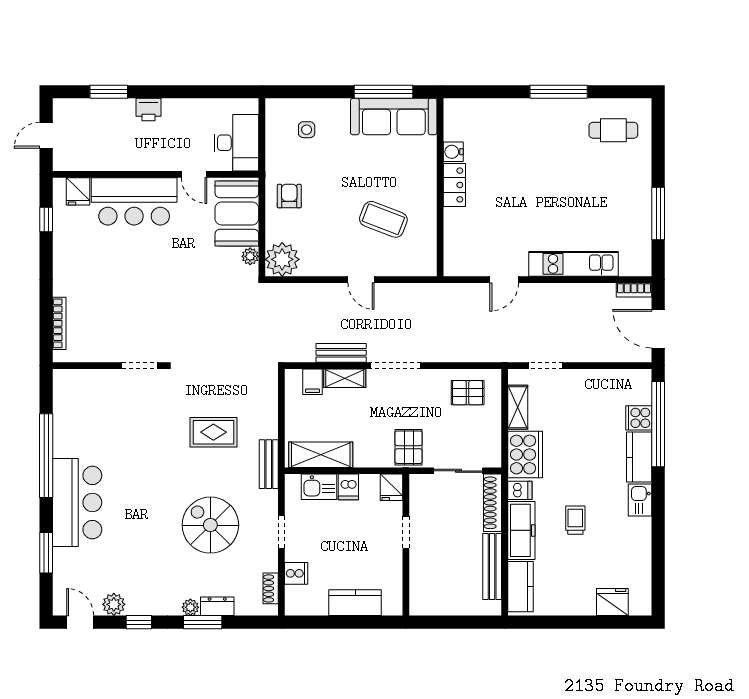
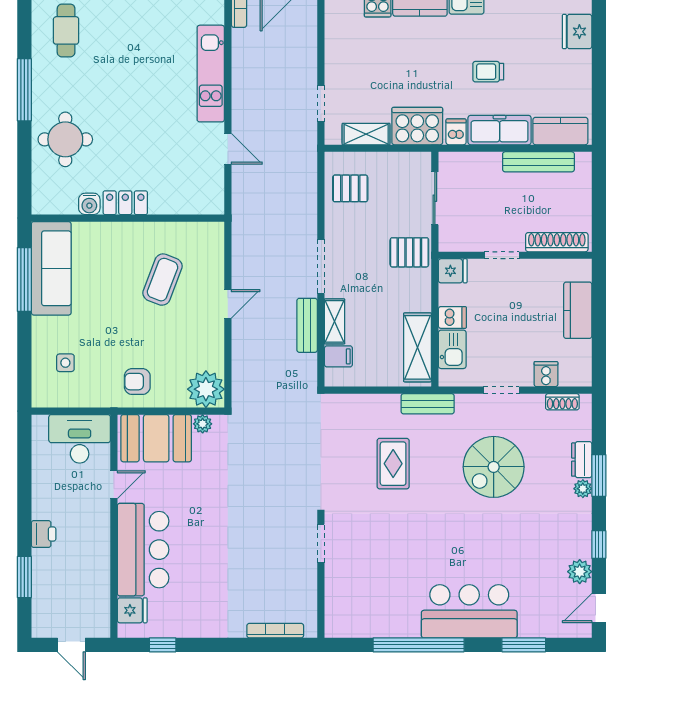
round table: (513, 130) -> (65, 139), added
pallet: (468, 393) -> (350, 188), turned 90
shoe rack: (493, 503) -> (557, 242), moved, turned 180

